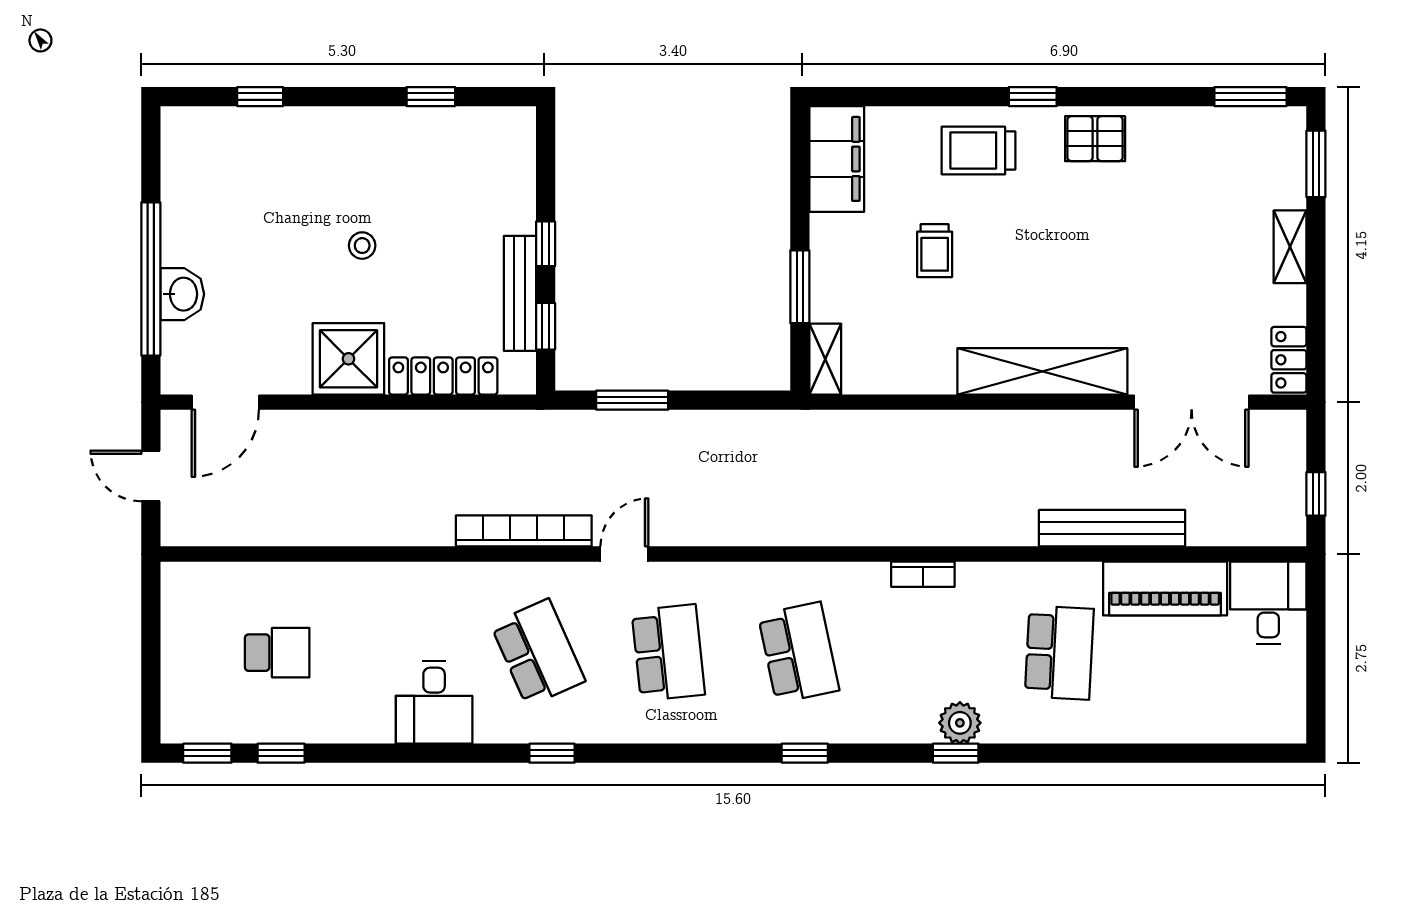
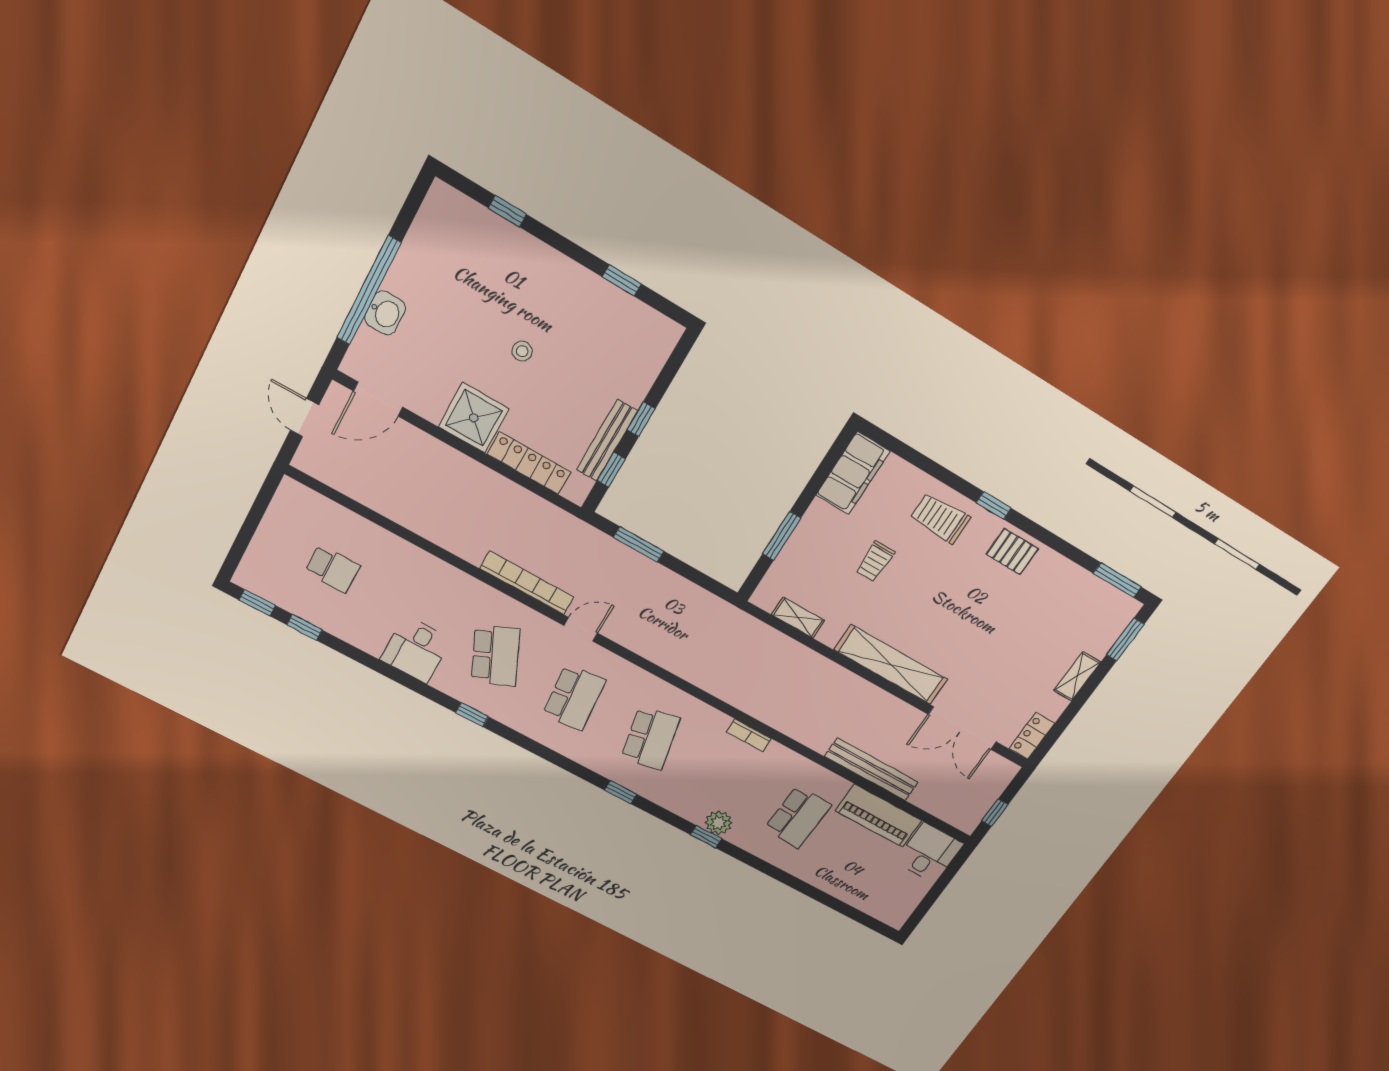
shelving: (825, 359) -> (798, 618), moved, turned 90

